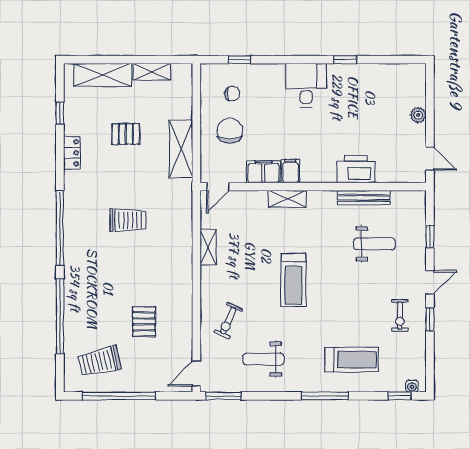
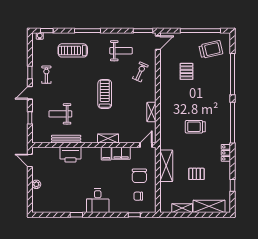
locker: (72, 153) -> (226, 153), moved

